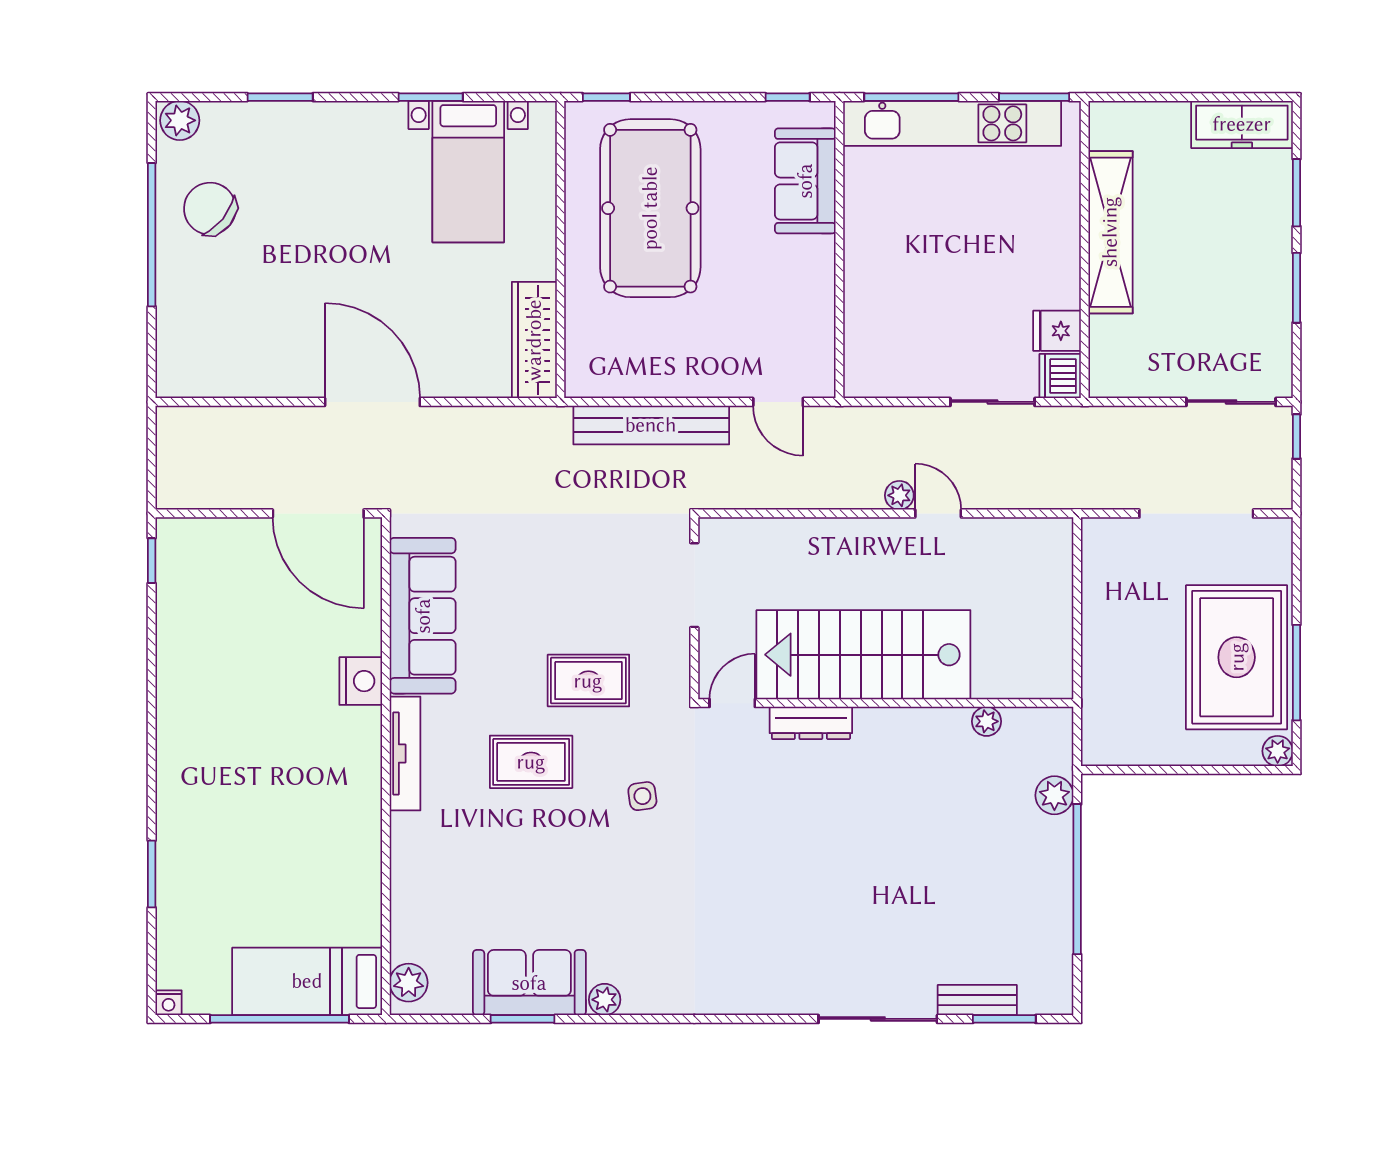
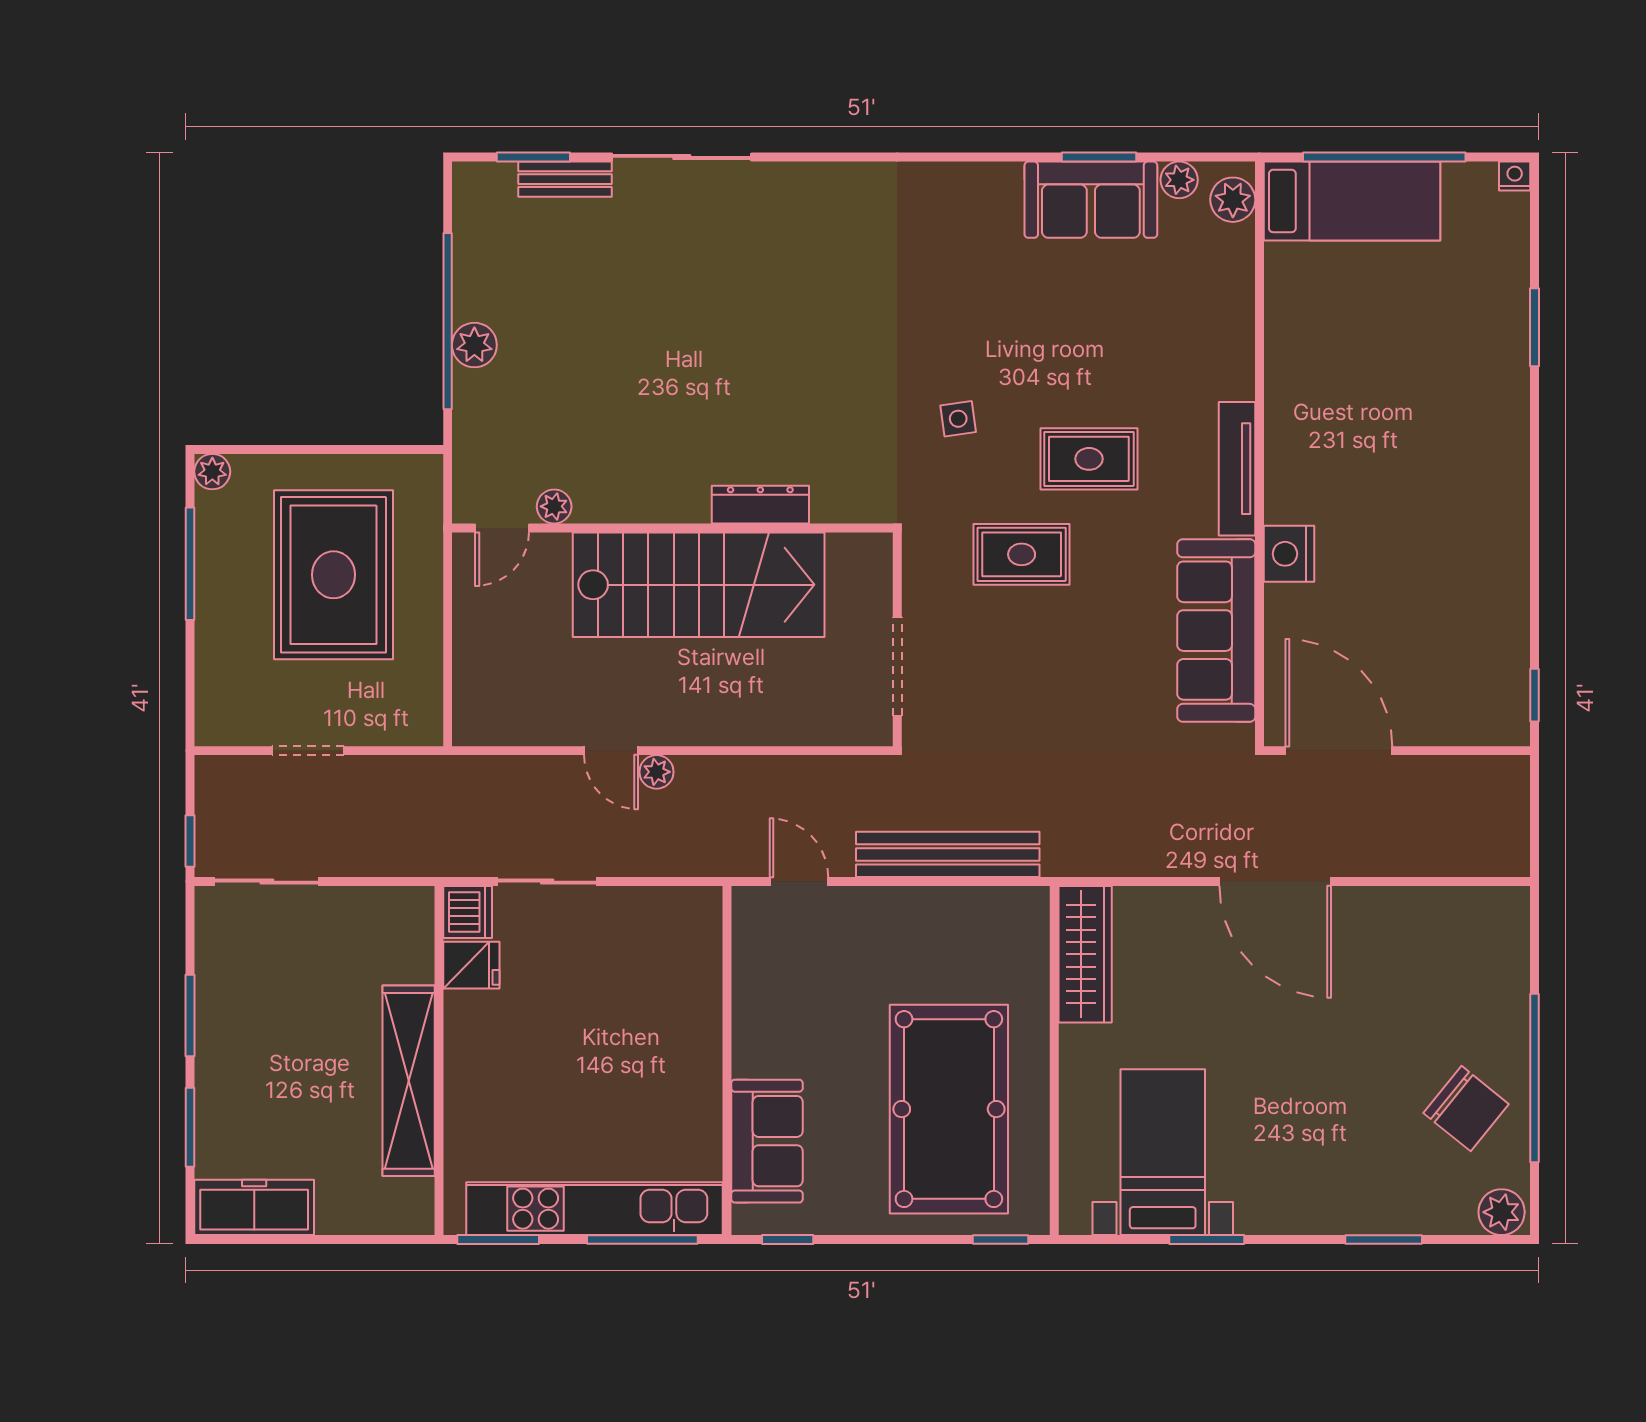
doorway: (1196, 513) -> (308, 751), width x0.53
rug: (1237, 657) -> (333, 575), moved
door: (732, 703) -> (502, 528), moved
plant: (1054, 795) -> (474, 345), moved
plant: (605, 1000) -> (1179, 180), moved

